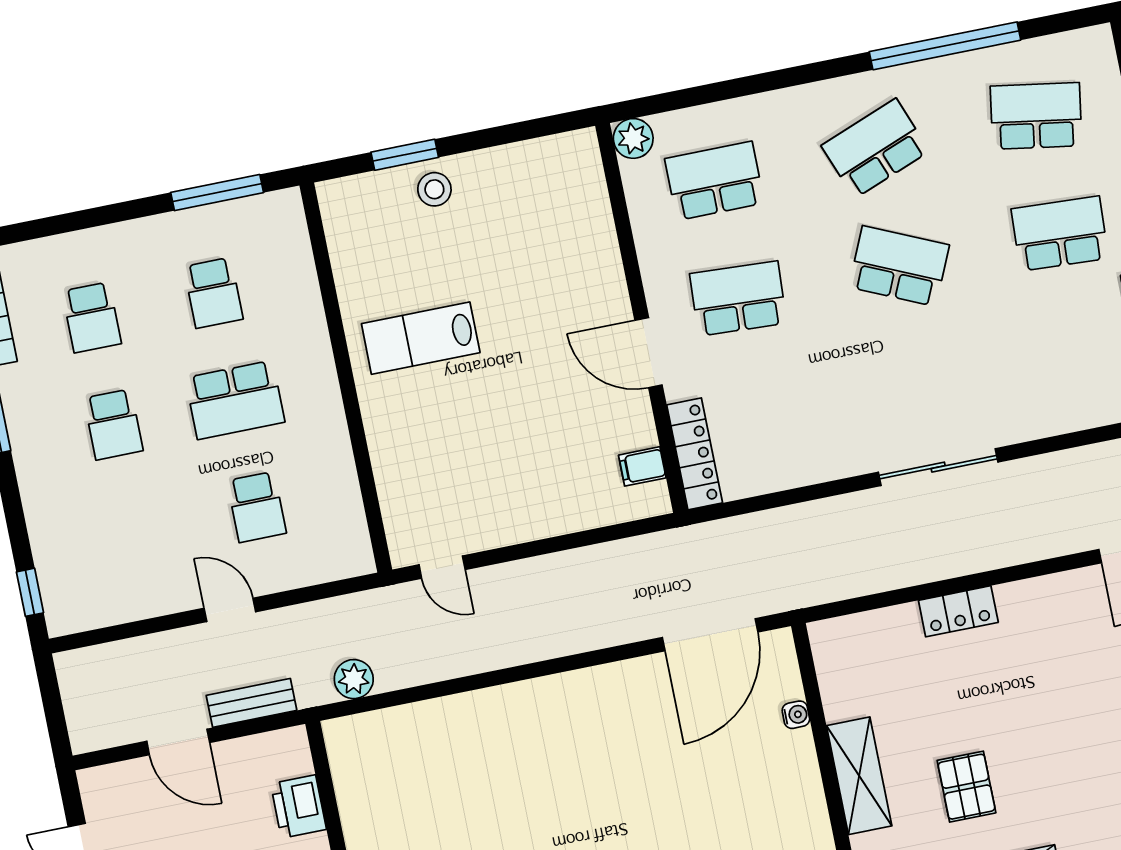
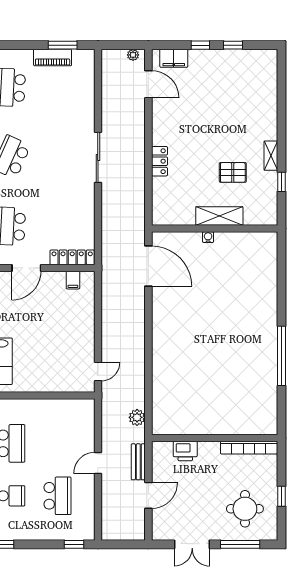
school desk: (257, 507) -> (58, 496), moved, width x1.85
water cooler: (796, 715) -> (208, 237), moved

